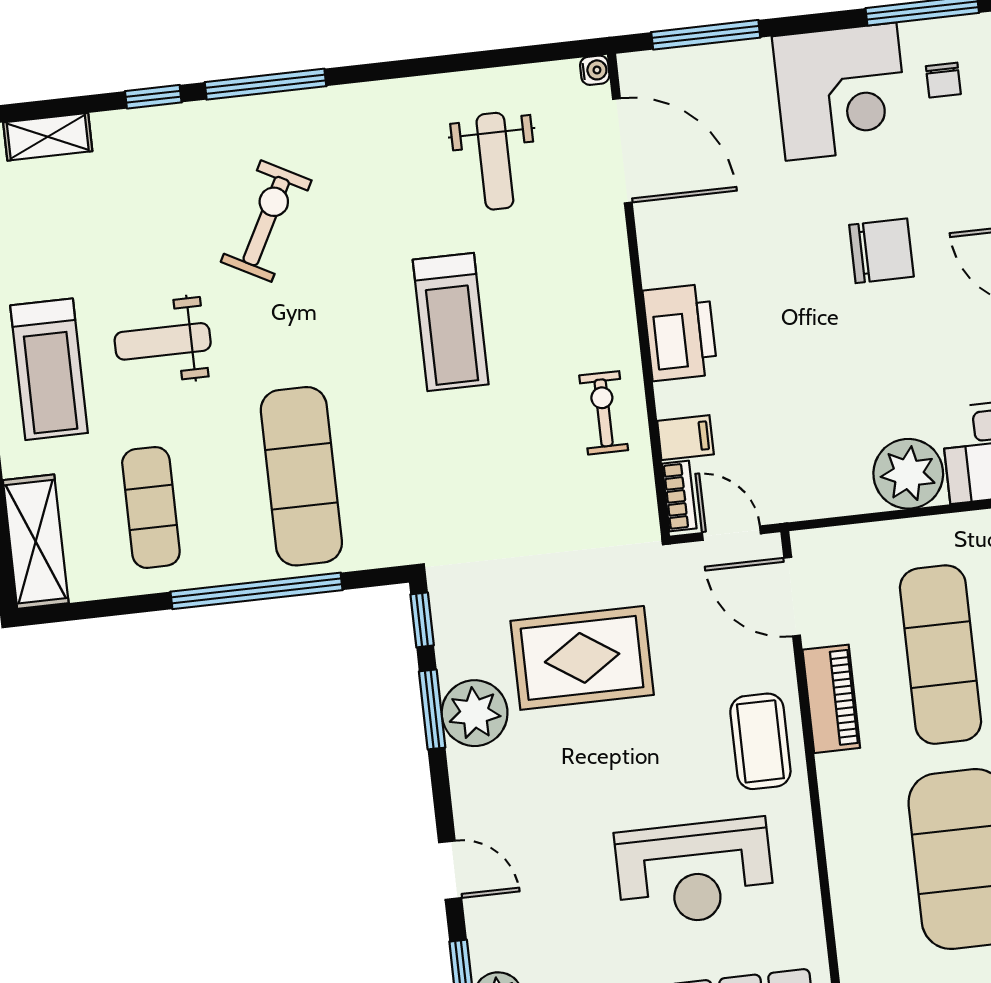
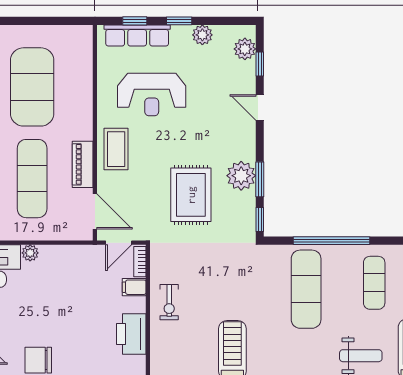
plant: (908, 474) -> (30, 253), width x0.53, depth x0.53
door: (731, 533) -> (119, 243), hinge flipped
rug: (582, 658) -> (191, 195), turned 90
reception desk: (695, 872) -> (152, 94), turned 180

